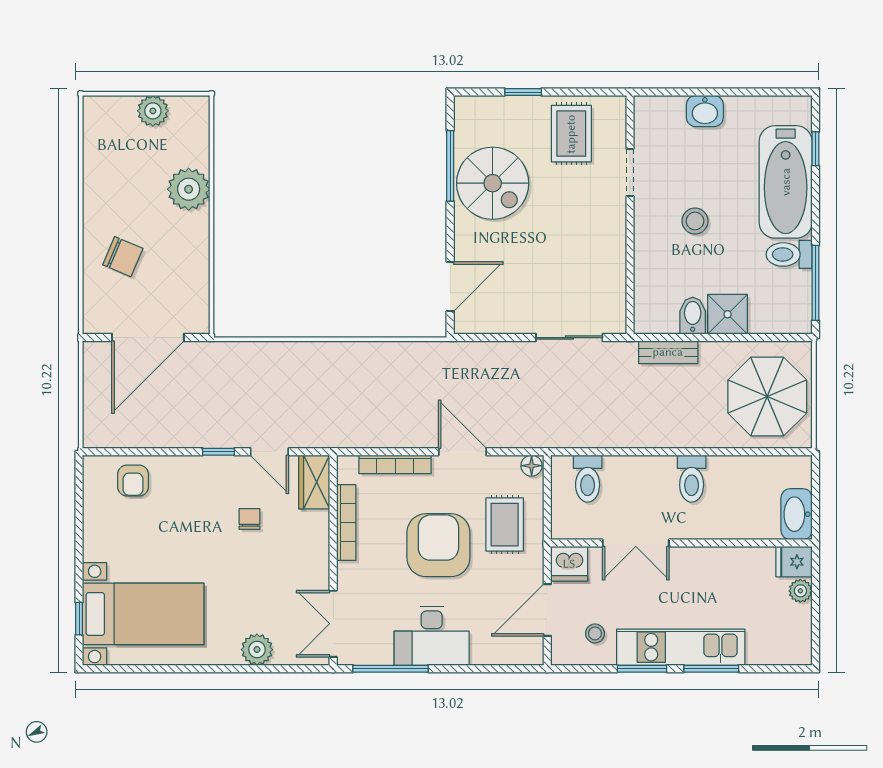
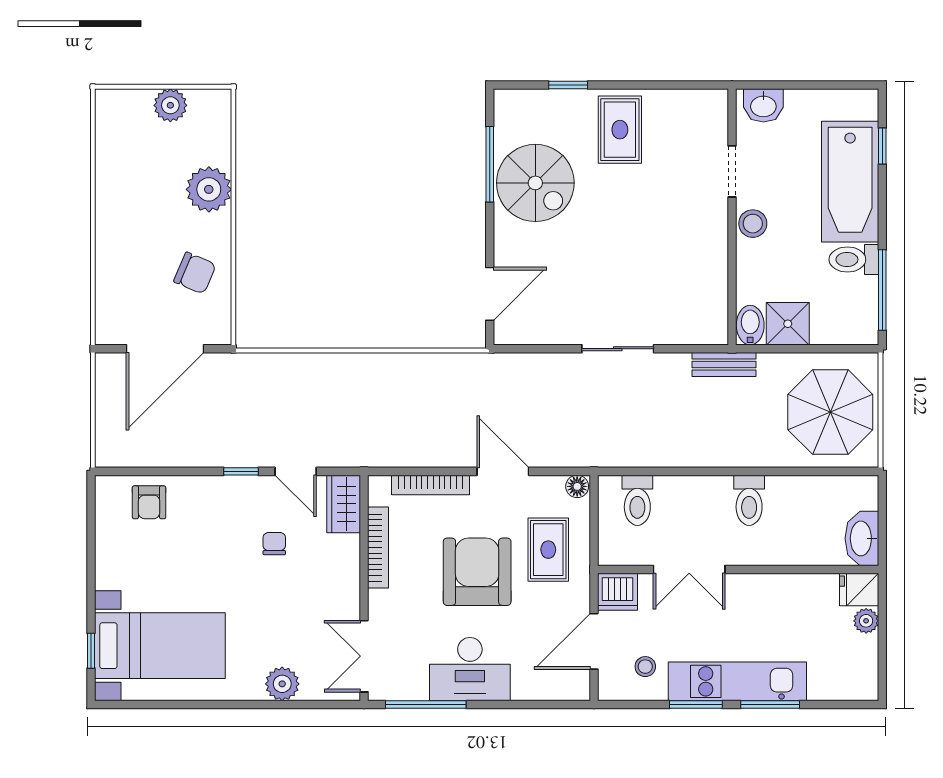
doorway: (630, 172) -> (732, 171), moved
wall: (630, 215) -> (732, 217), moved
chair: (123, 257) -> (195, 273), moved

